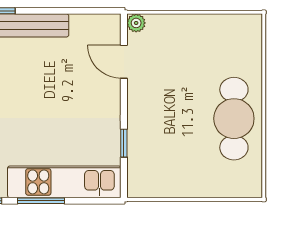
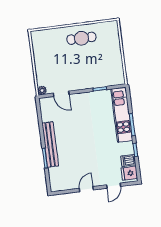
door: (124, 62) -> (61, 94), hinge flipped
cafe table: (234, 119) -> (81, 38), width x0.73, depth x0.74

